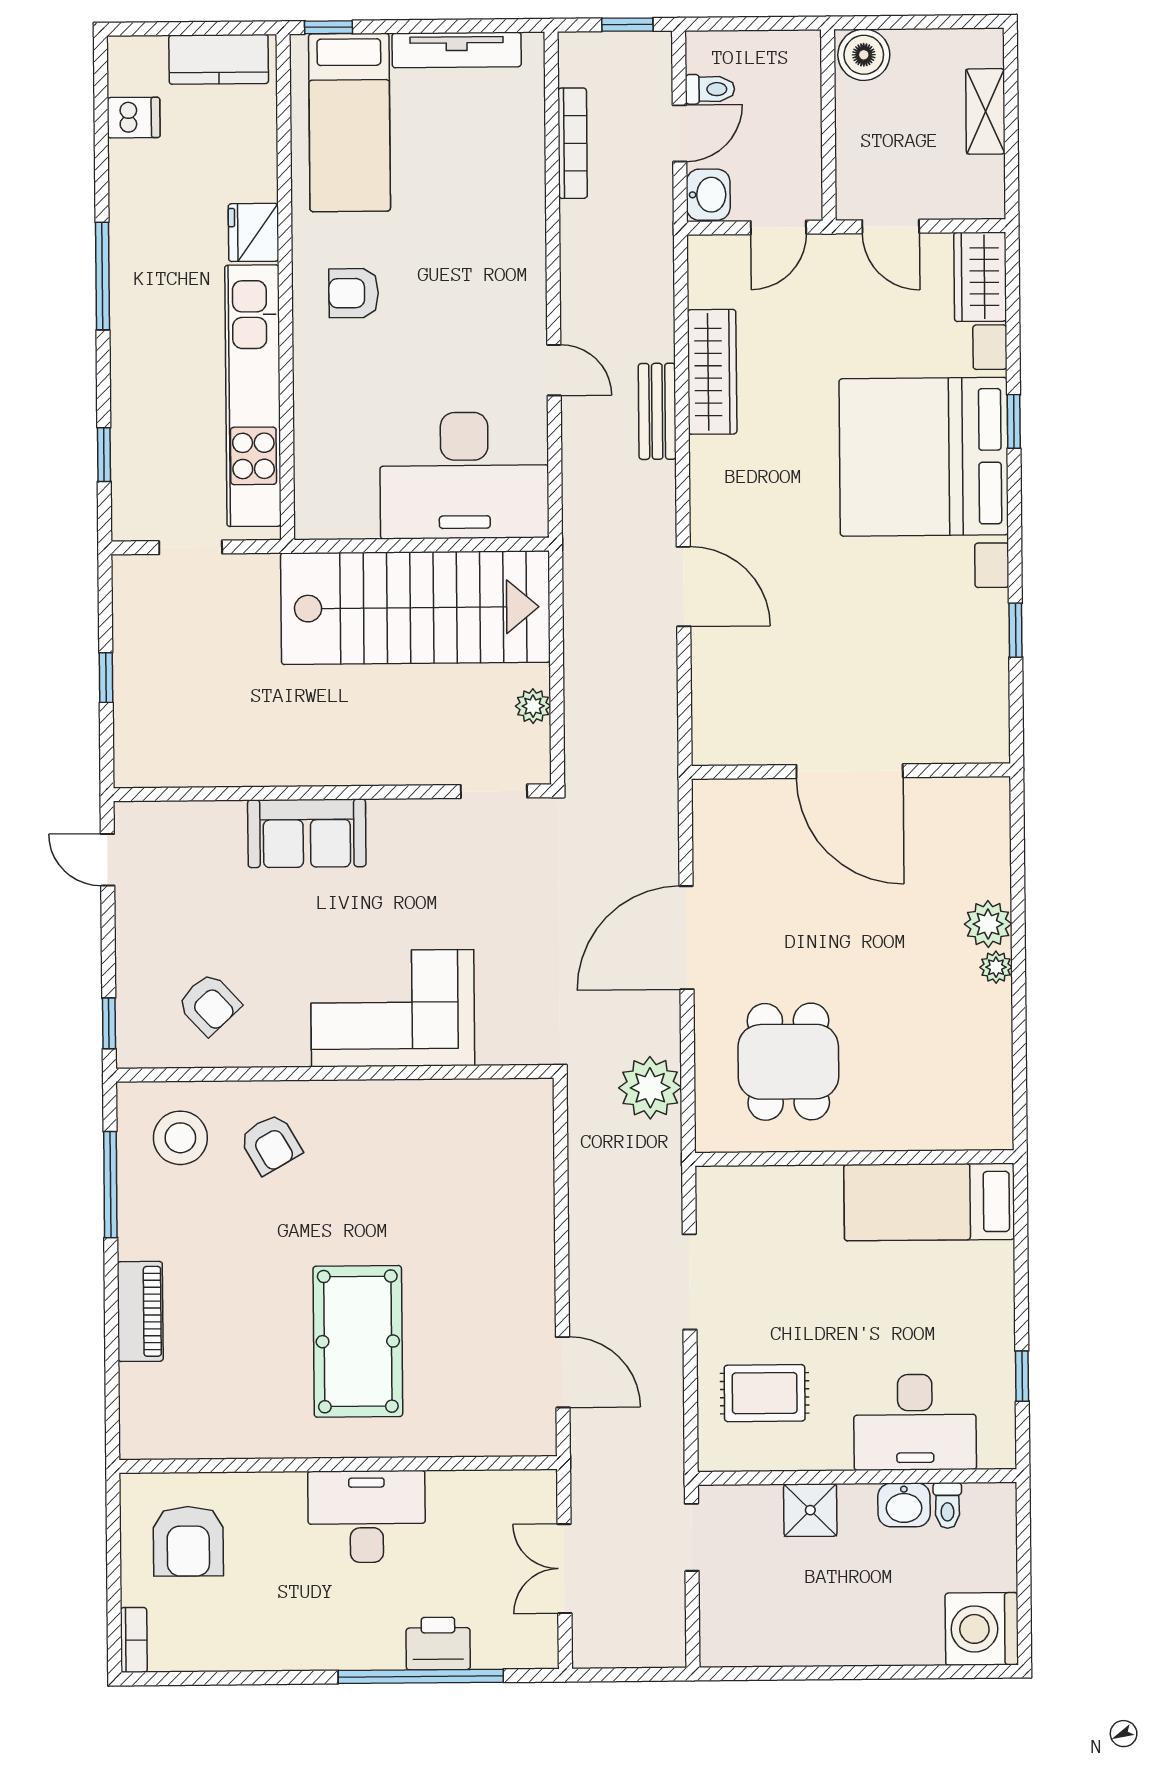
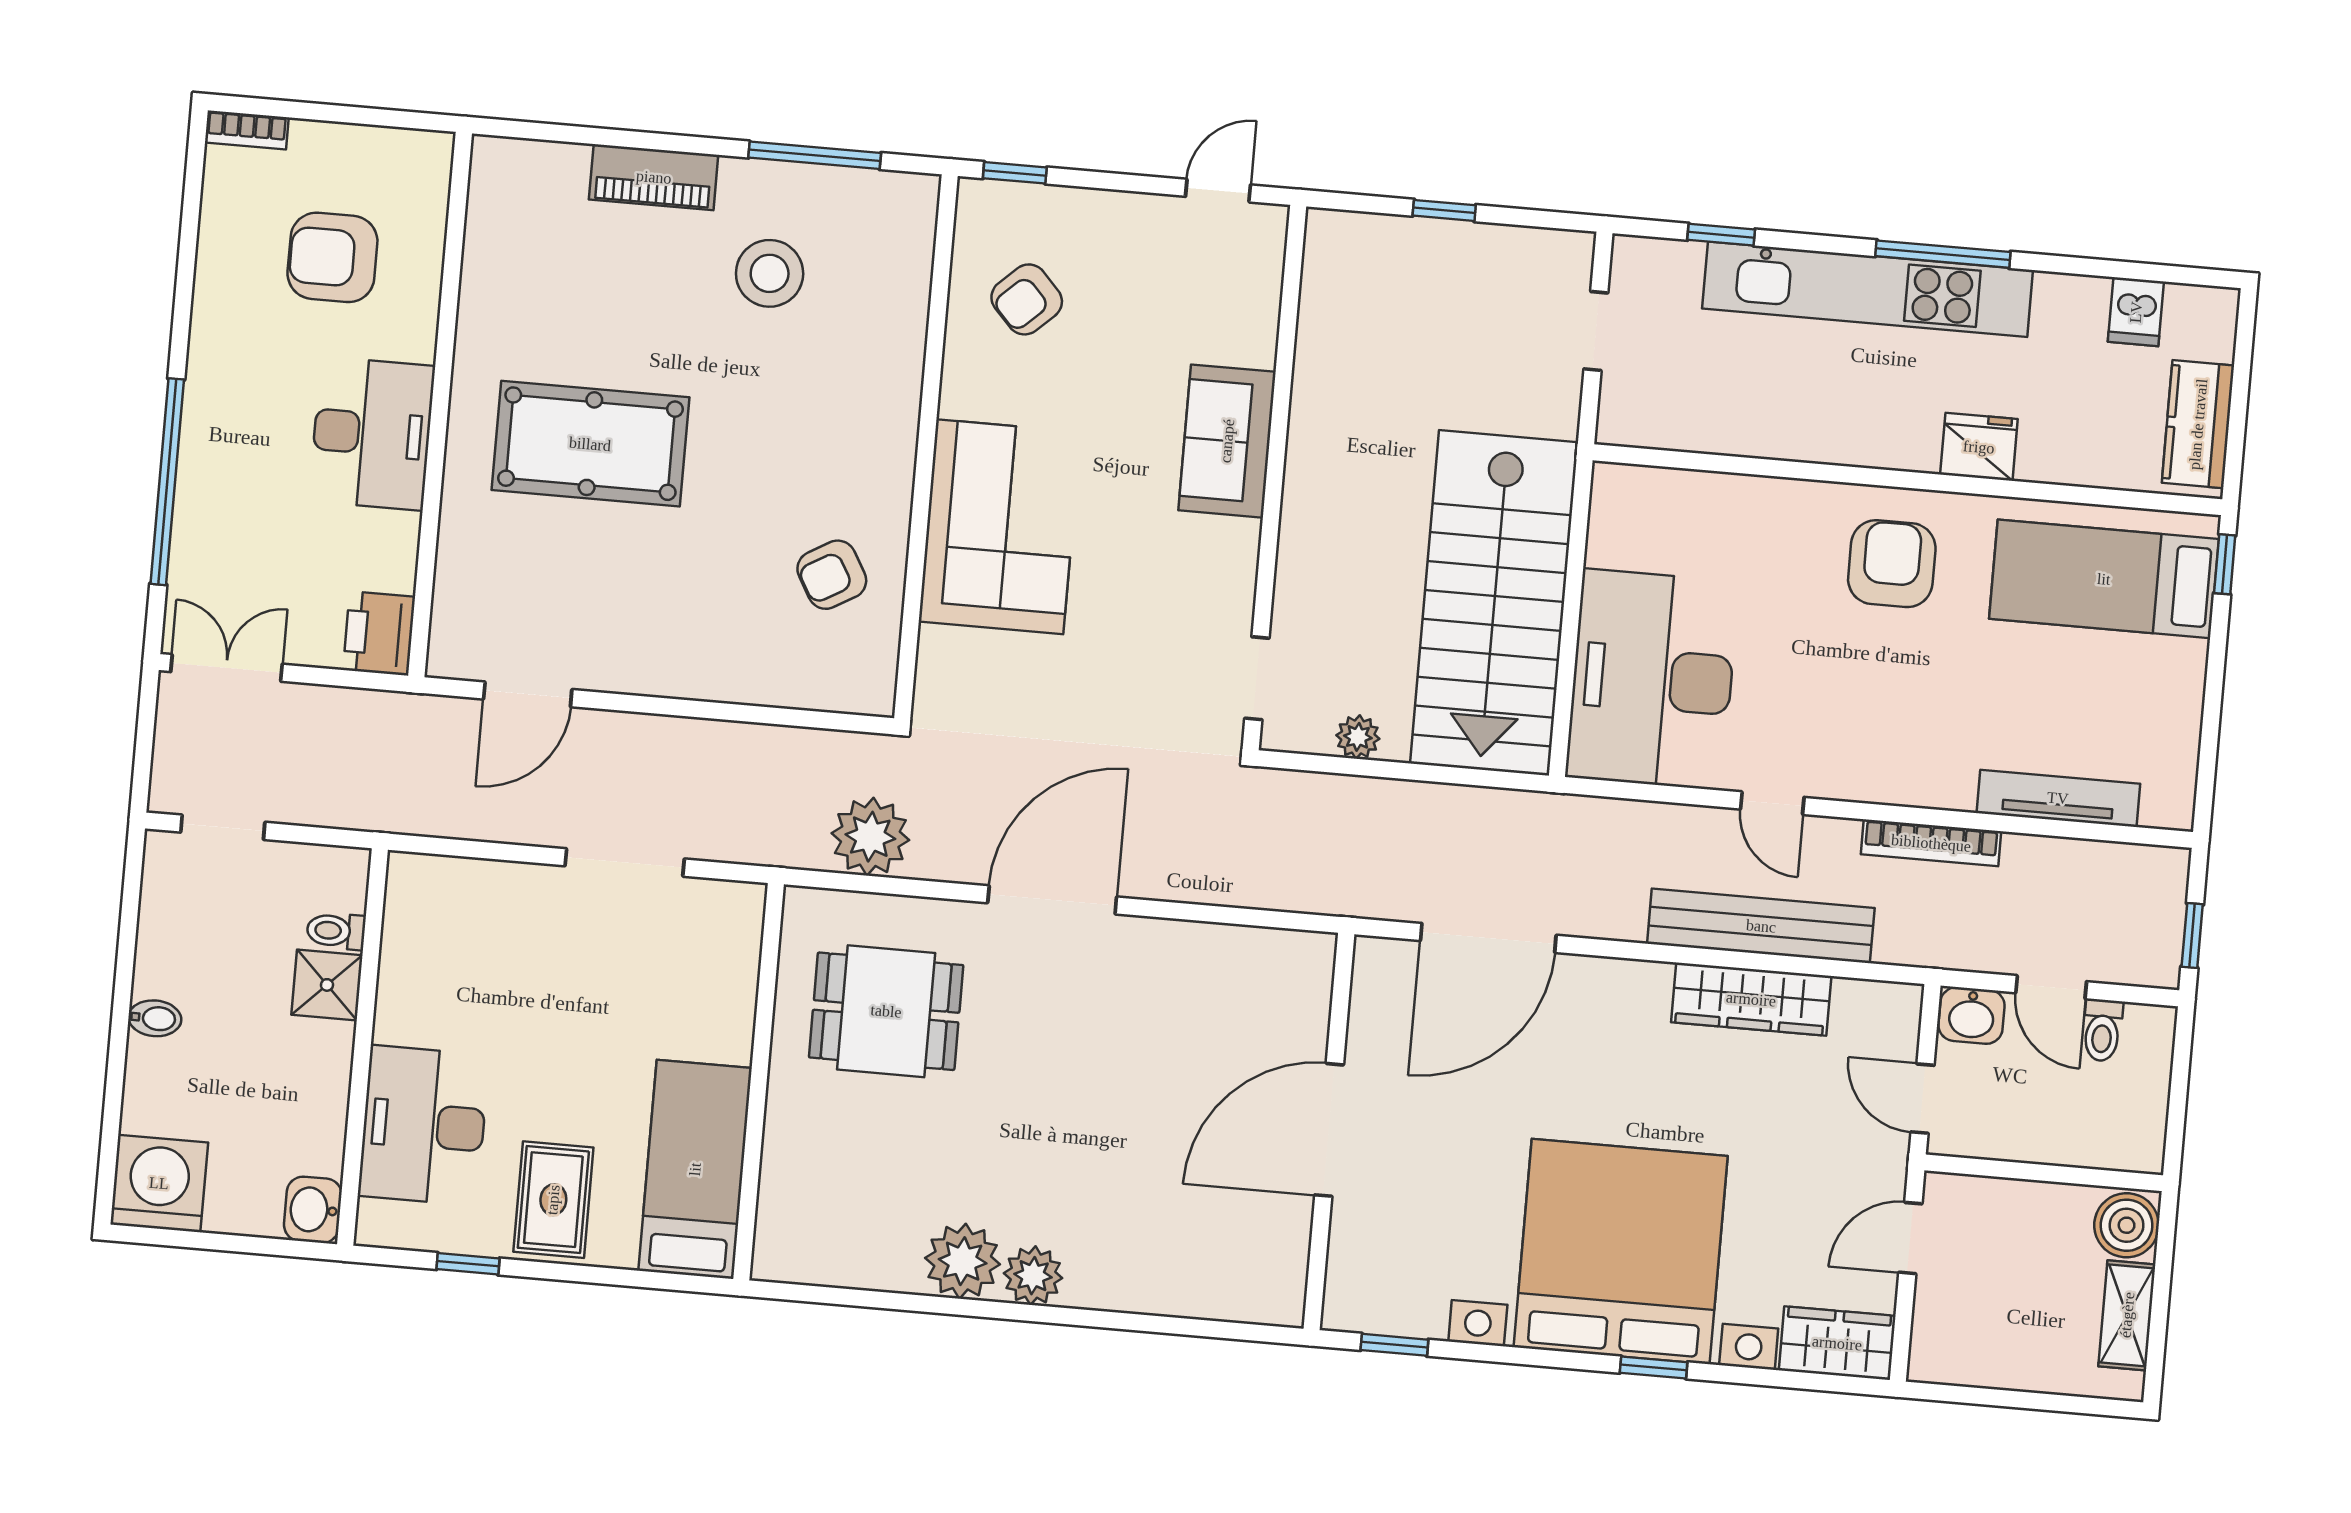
tv unit: (457, 50) -> (2058, 798), moved, turned 90
shelving: (985, 111) -> (2127, 1315), moved, turned 90
bookcase: (573, 143) -> (1931, 843), moved
armchair: (354, 293) -> (1892, 564), width x1.38, depth x1.38
door: (554, 370) -> (1772, 803), hinge flipped
kitchen unit: (253, 396) -> (1868, 289), moved, turned 180
bench: (657, 411) -> (1761, 926), width x1.86, depth x1.21
door: (683, 587) -> (1488, 938), width x1.36
door: (850, 771) -> (1329, 1130), moved
wall: (851, 771) -> (1329, 1132), moved
door: (687, 938) -> (1052, 900), hinge flipped
plant: (996, 967) -> (963, 1261), width x1.88, depth x1.88
stool: (180, 1138) -> (770, 273), moved
armchair: (271, 1144) -> (832, 575), moved
rug: (765, 1393) -> (553, 1200), moved
washbasin: (904, 1505) -> (313, 1210), moved
toilet: (947, 1505) -> (336, 931), moved
doorway: (692, 1537) -> (223, 827), moved
armchair: (188, 1541) -> (332, 257), moved
double door: (564, 1569) -> (226, 668), moved
printer: (438, 1644) -> (379, 633), moved, turned 180
bidet: (850, 1645) -> (155, 1018), added

